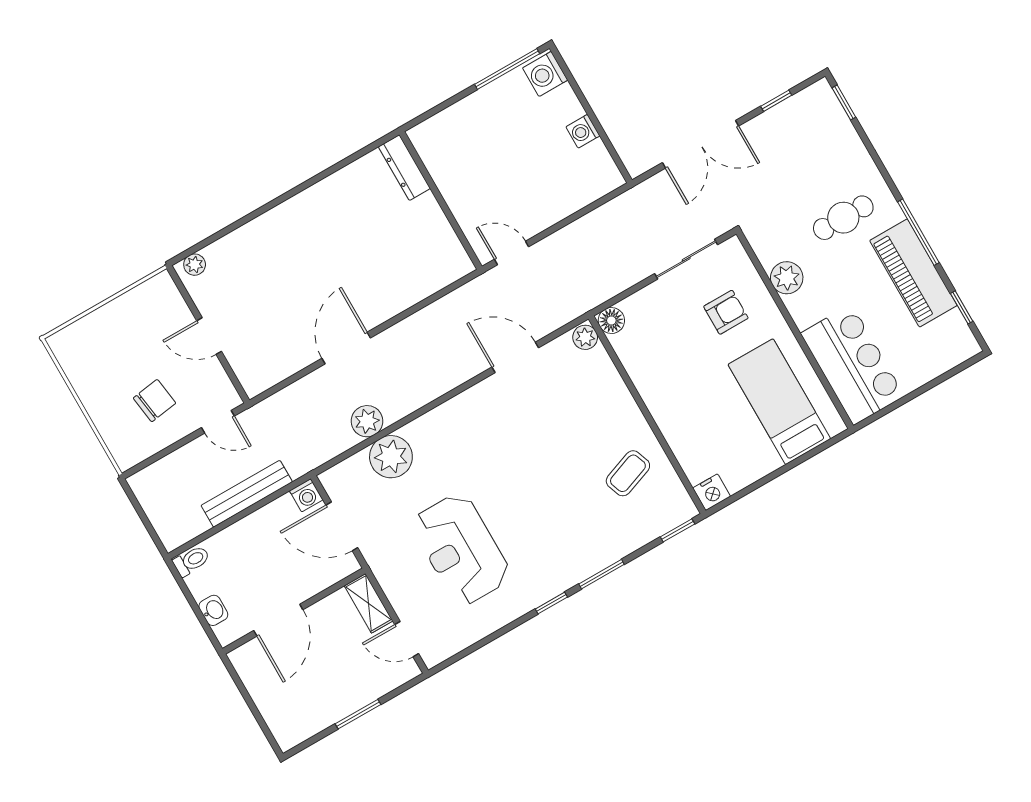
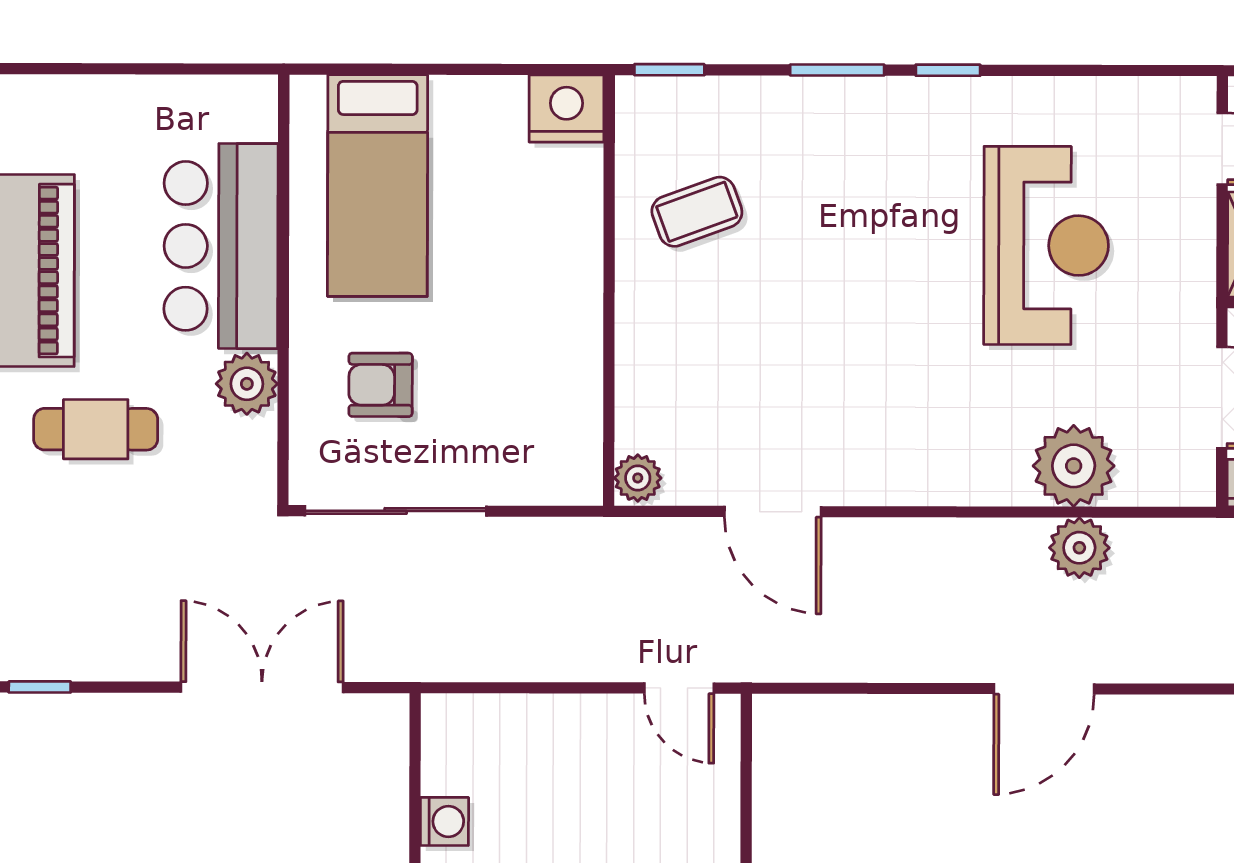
window: (776, 101) -> (40, 687), moved
sliding door: (686, 259) -> (396, 511), width x1.37
floor lamp: (611, 320) -> (578, 481), removed
bar counter: (852, 365) -> (221, 246), moved
nightstand: (712, 492) -> (566, 109), width x1.36, depth x1.33

